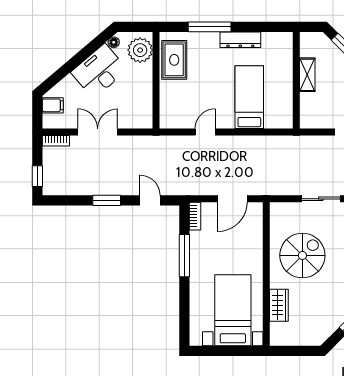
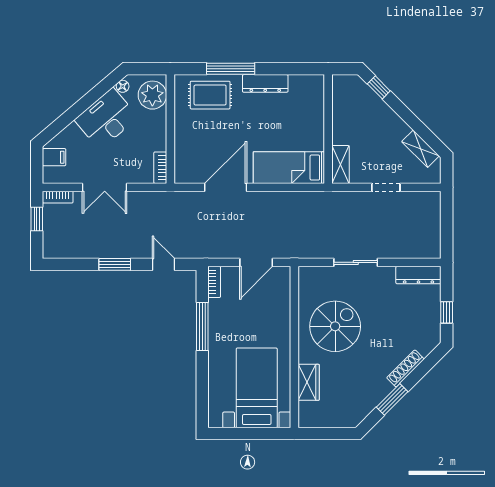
rug: (174, 60) -> (210, 95), moved, turned 90
shelving: (307, 75) -> (341, 164), moved
bed: (249, 97) -> (289, 168), moved, turned -90
bookcase: (147, 115) -> (160, 168), added
double door: (98, 132) -> (105, 187), swing flipped
door: (205, 132) -> (226, 187), width x1.87
window: (37, 176) -> (37, 219), moved

